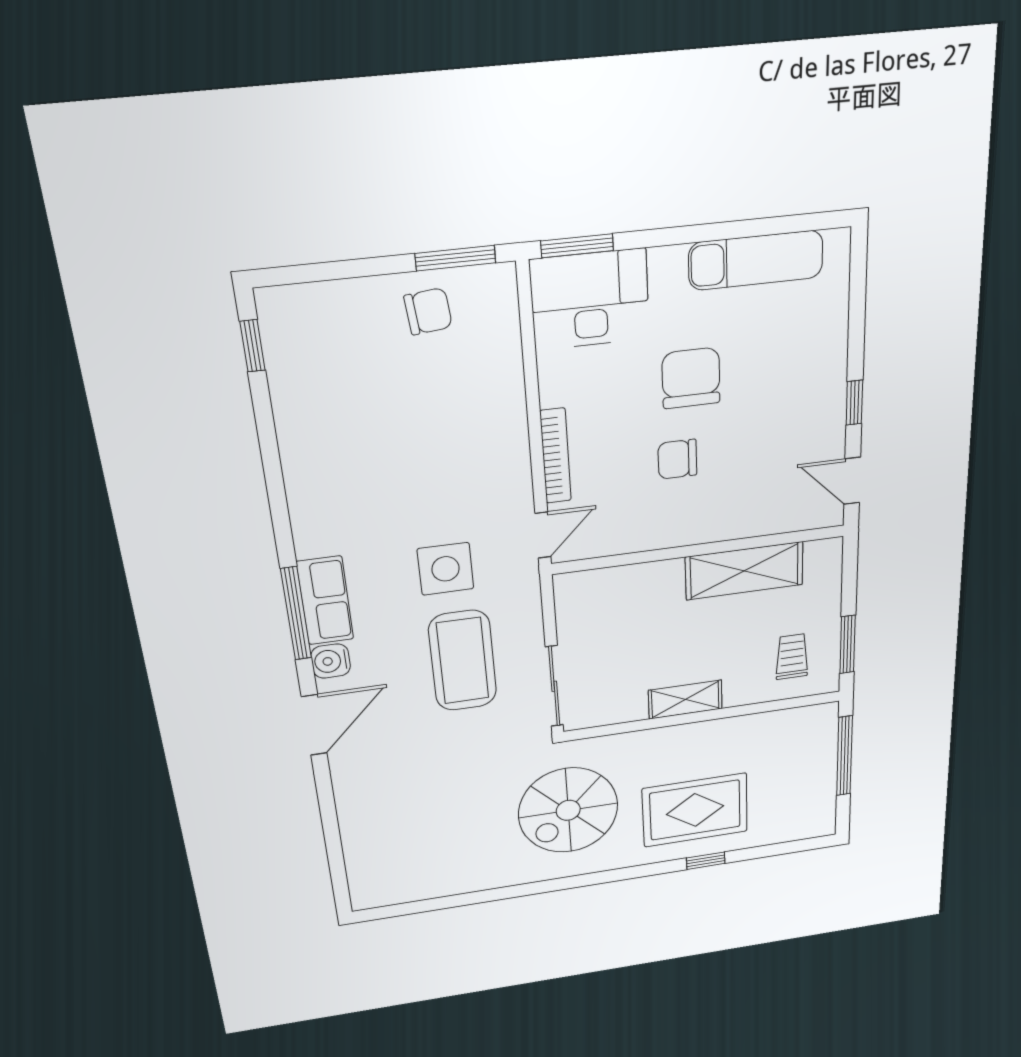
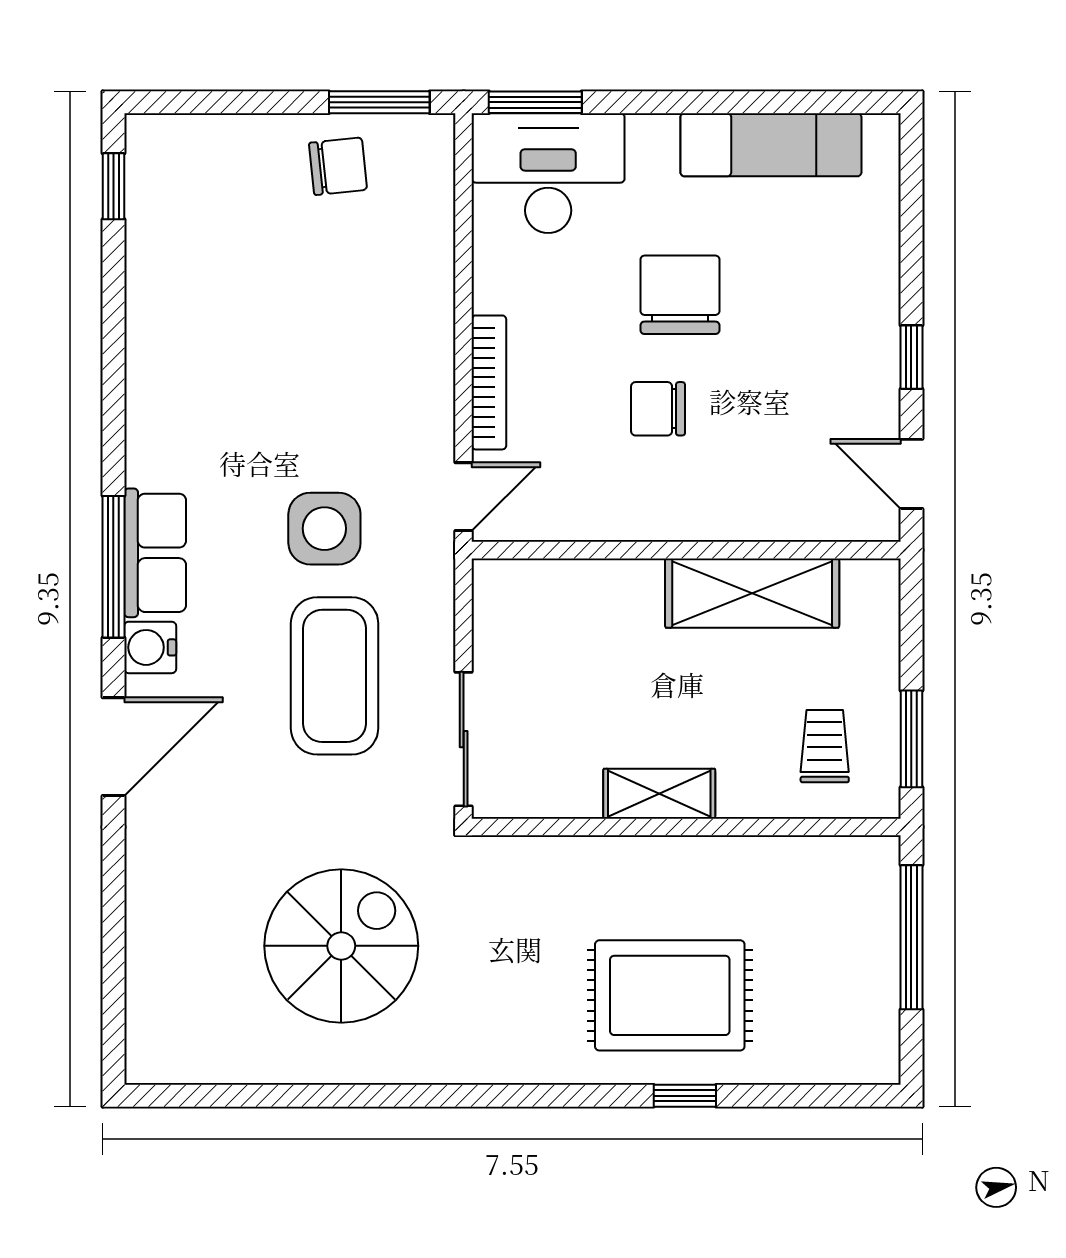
spiral stairs: (568, 810) -> (341, 946), moved, turned 180

